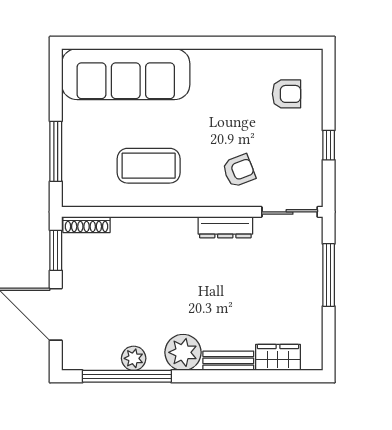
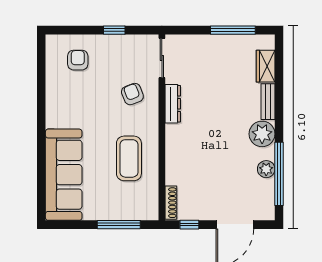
window: (56, 250) -> (189, 225), width x0.67
window: (329, 275) -> (233, 30), moved

